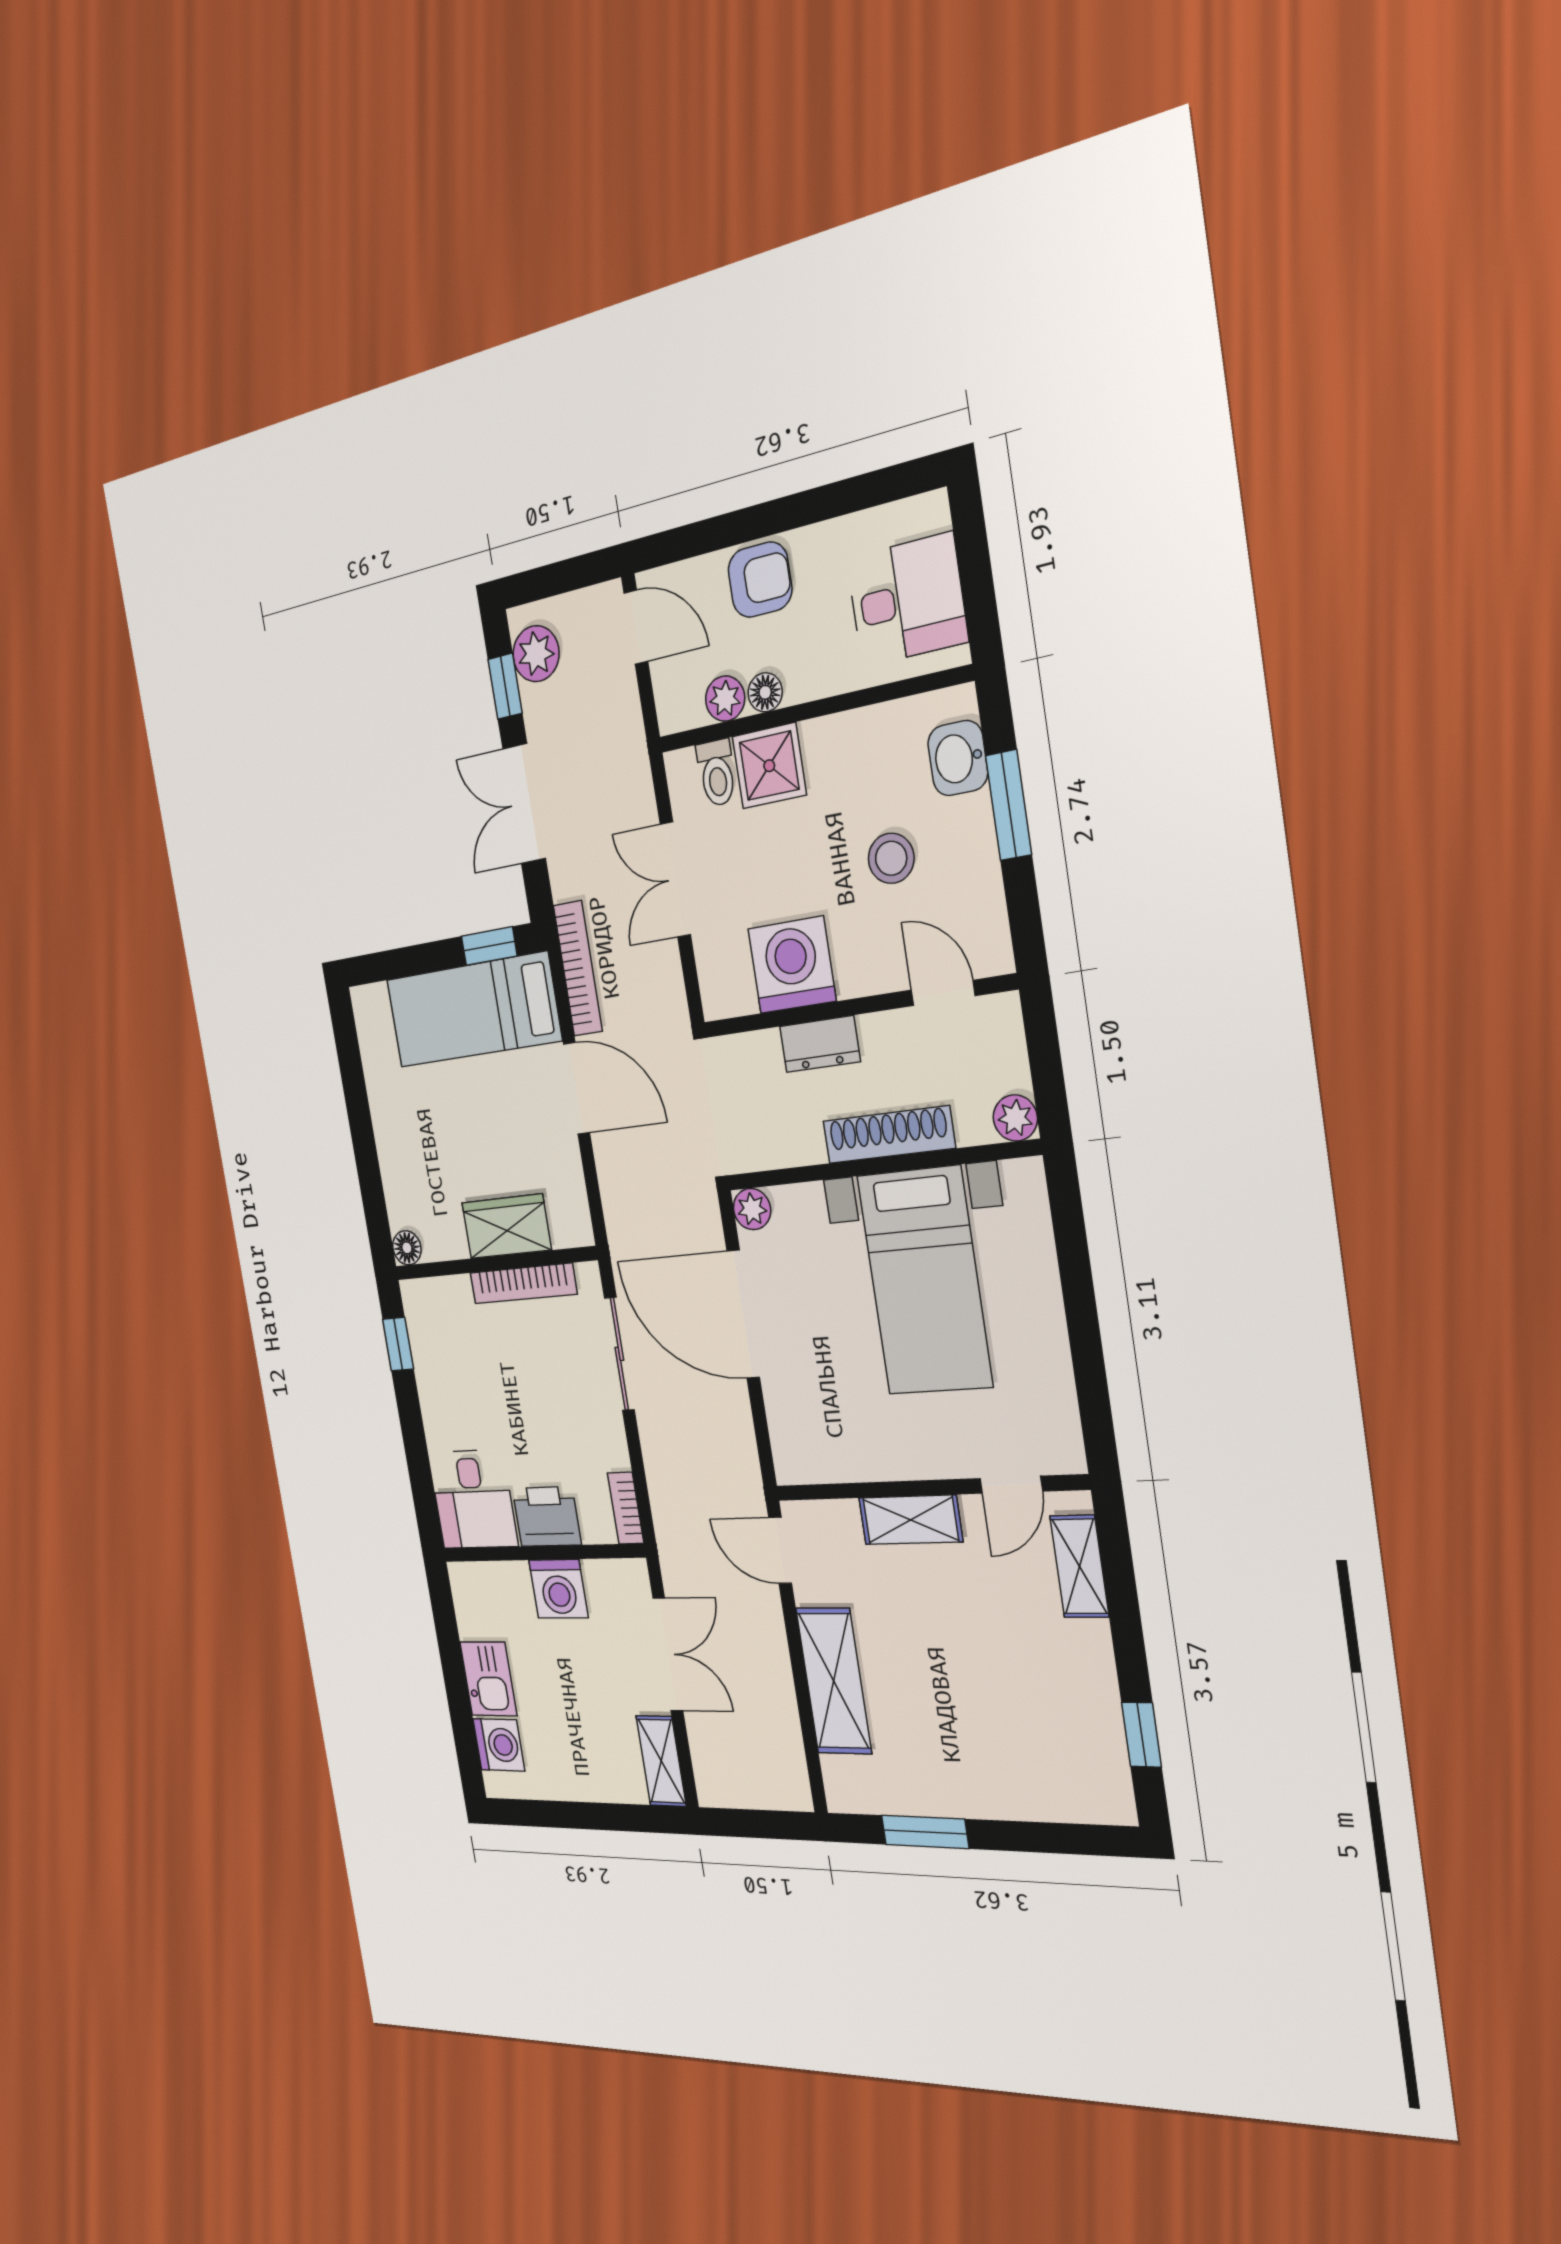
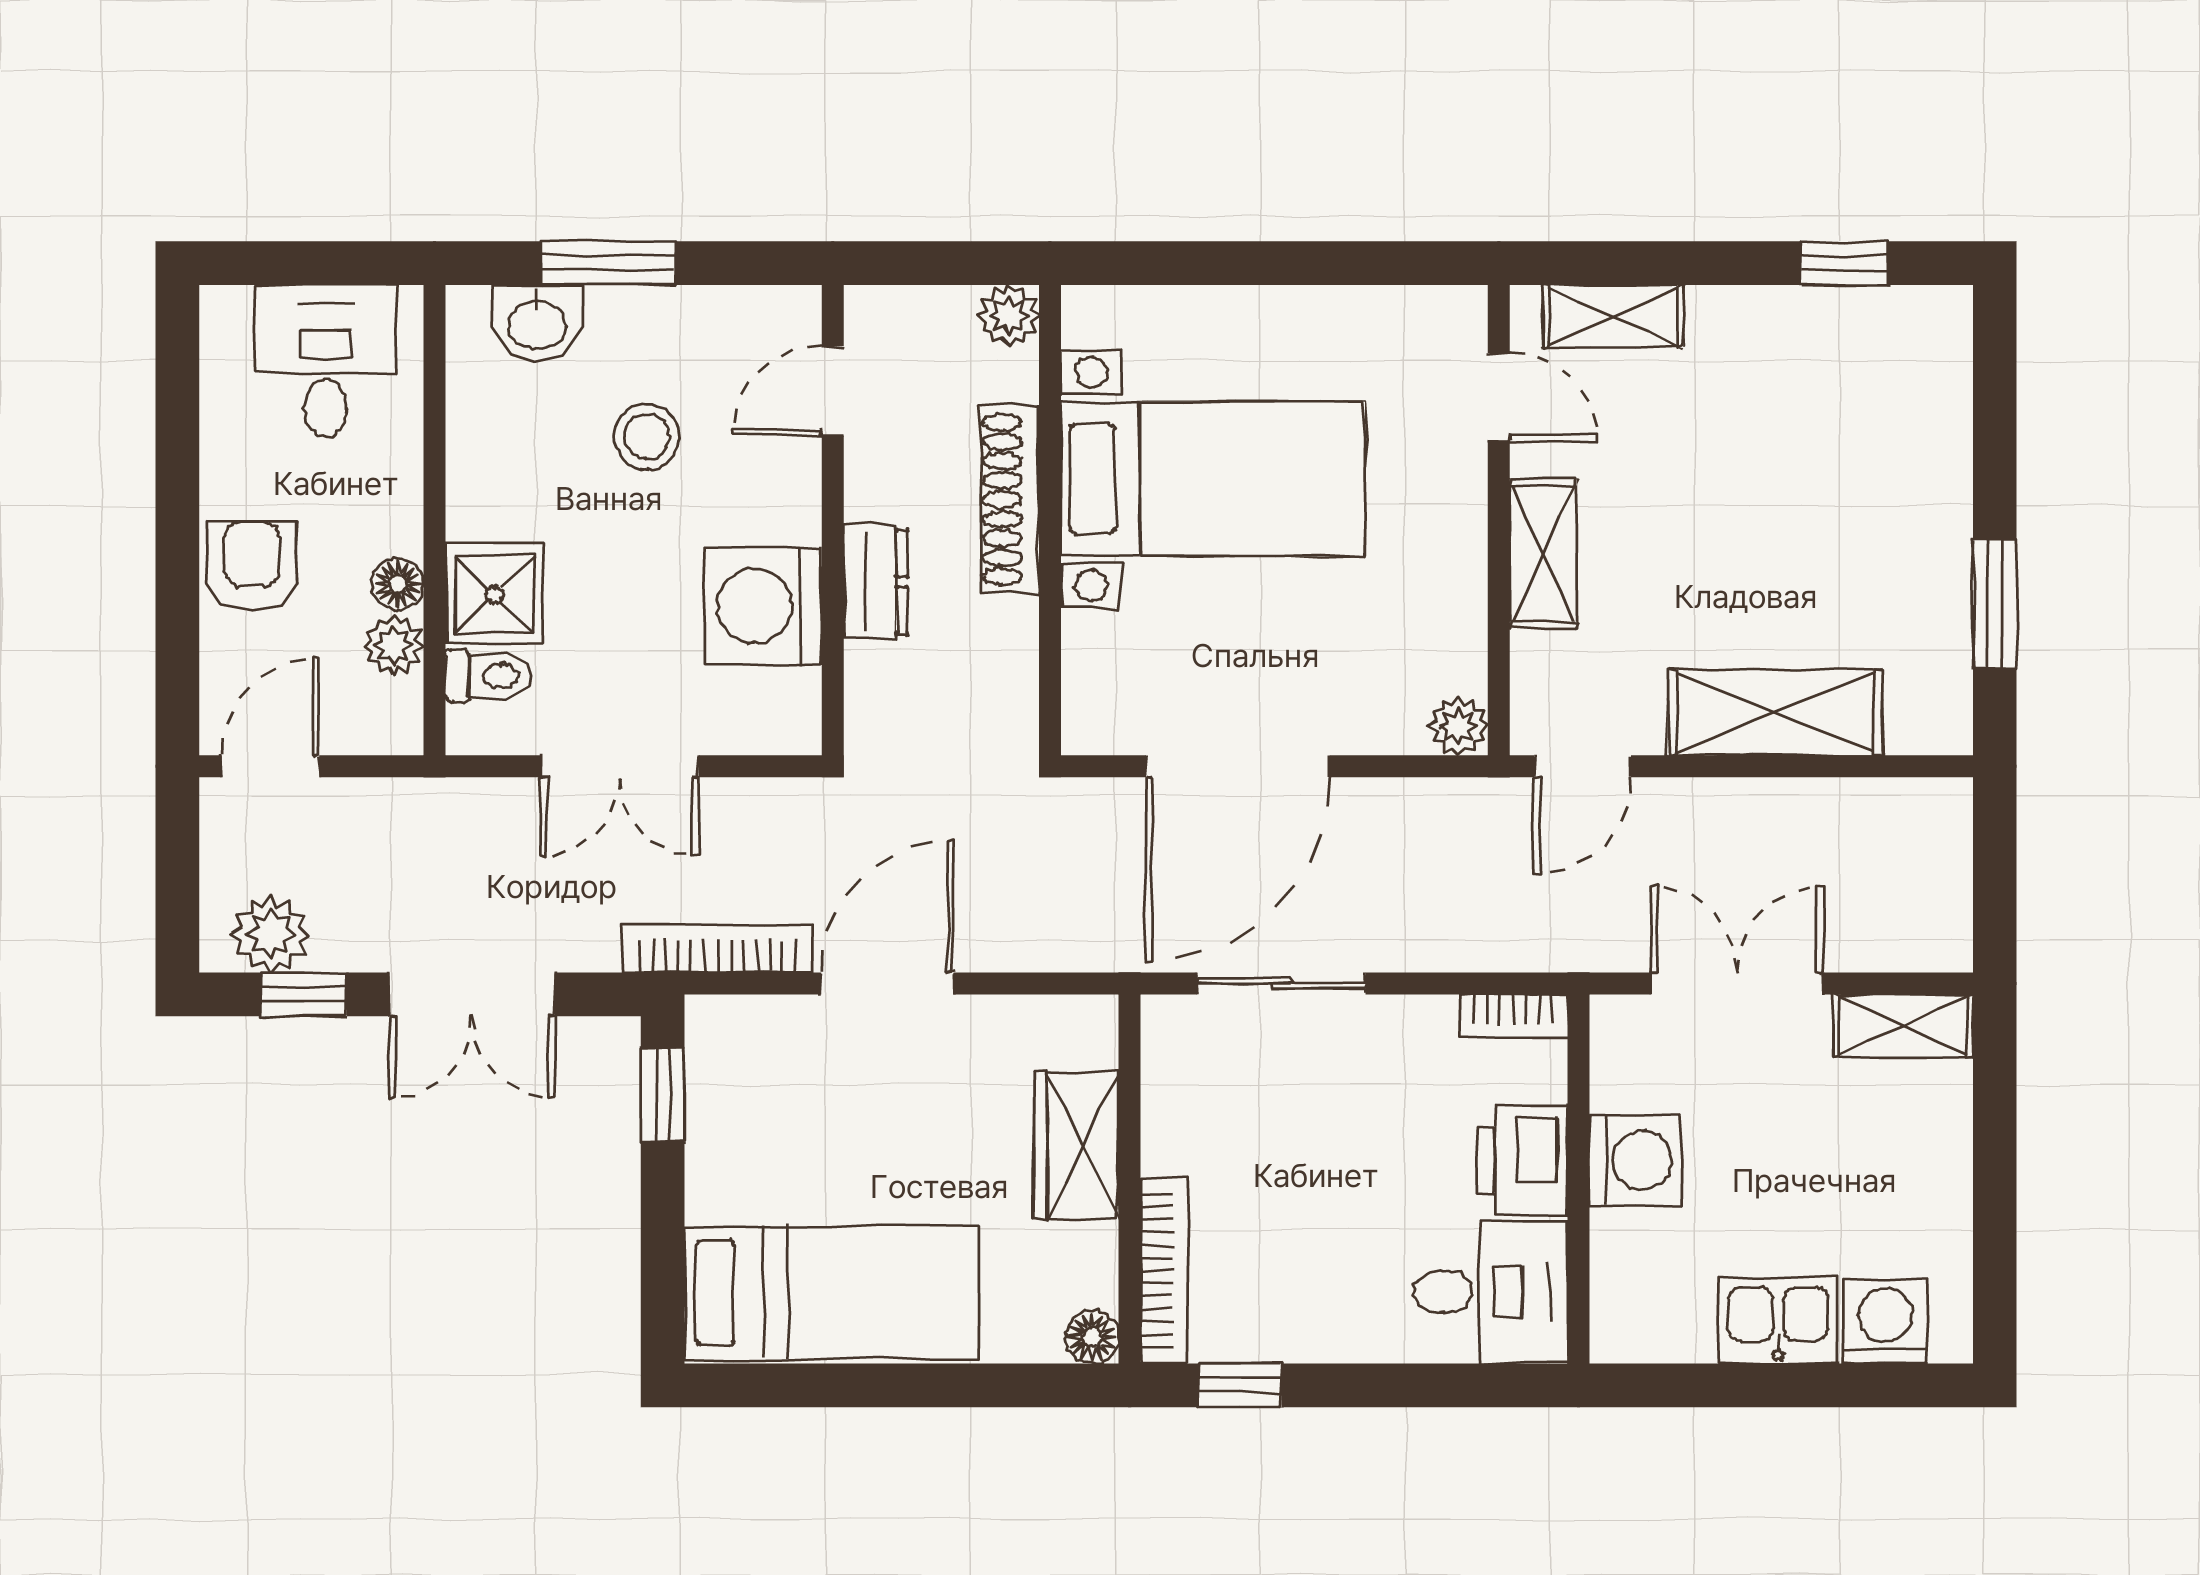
bed: (473, 1010) -> (832, 1293), moved, turned -90
plant: (752, 1209) -> (1459, 726), moved
bookcase: (523, 1283) -> (1164, 1271), moved

